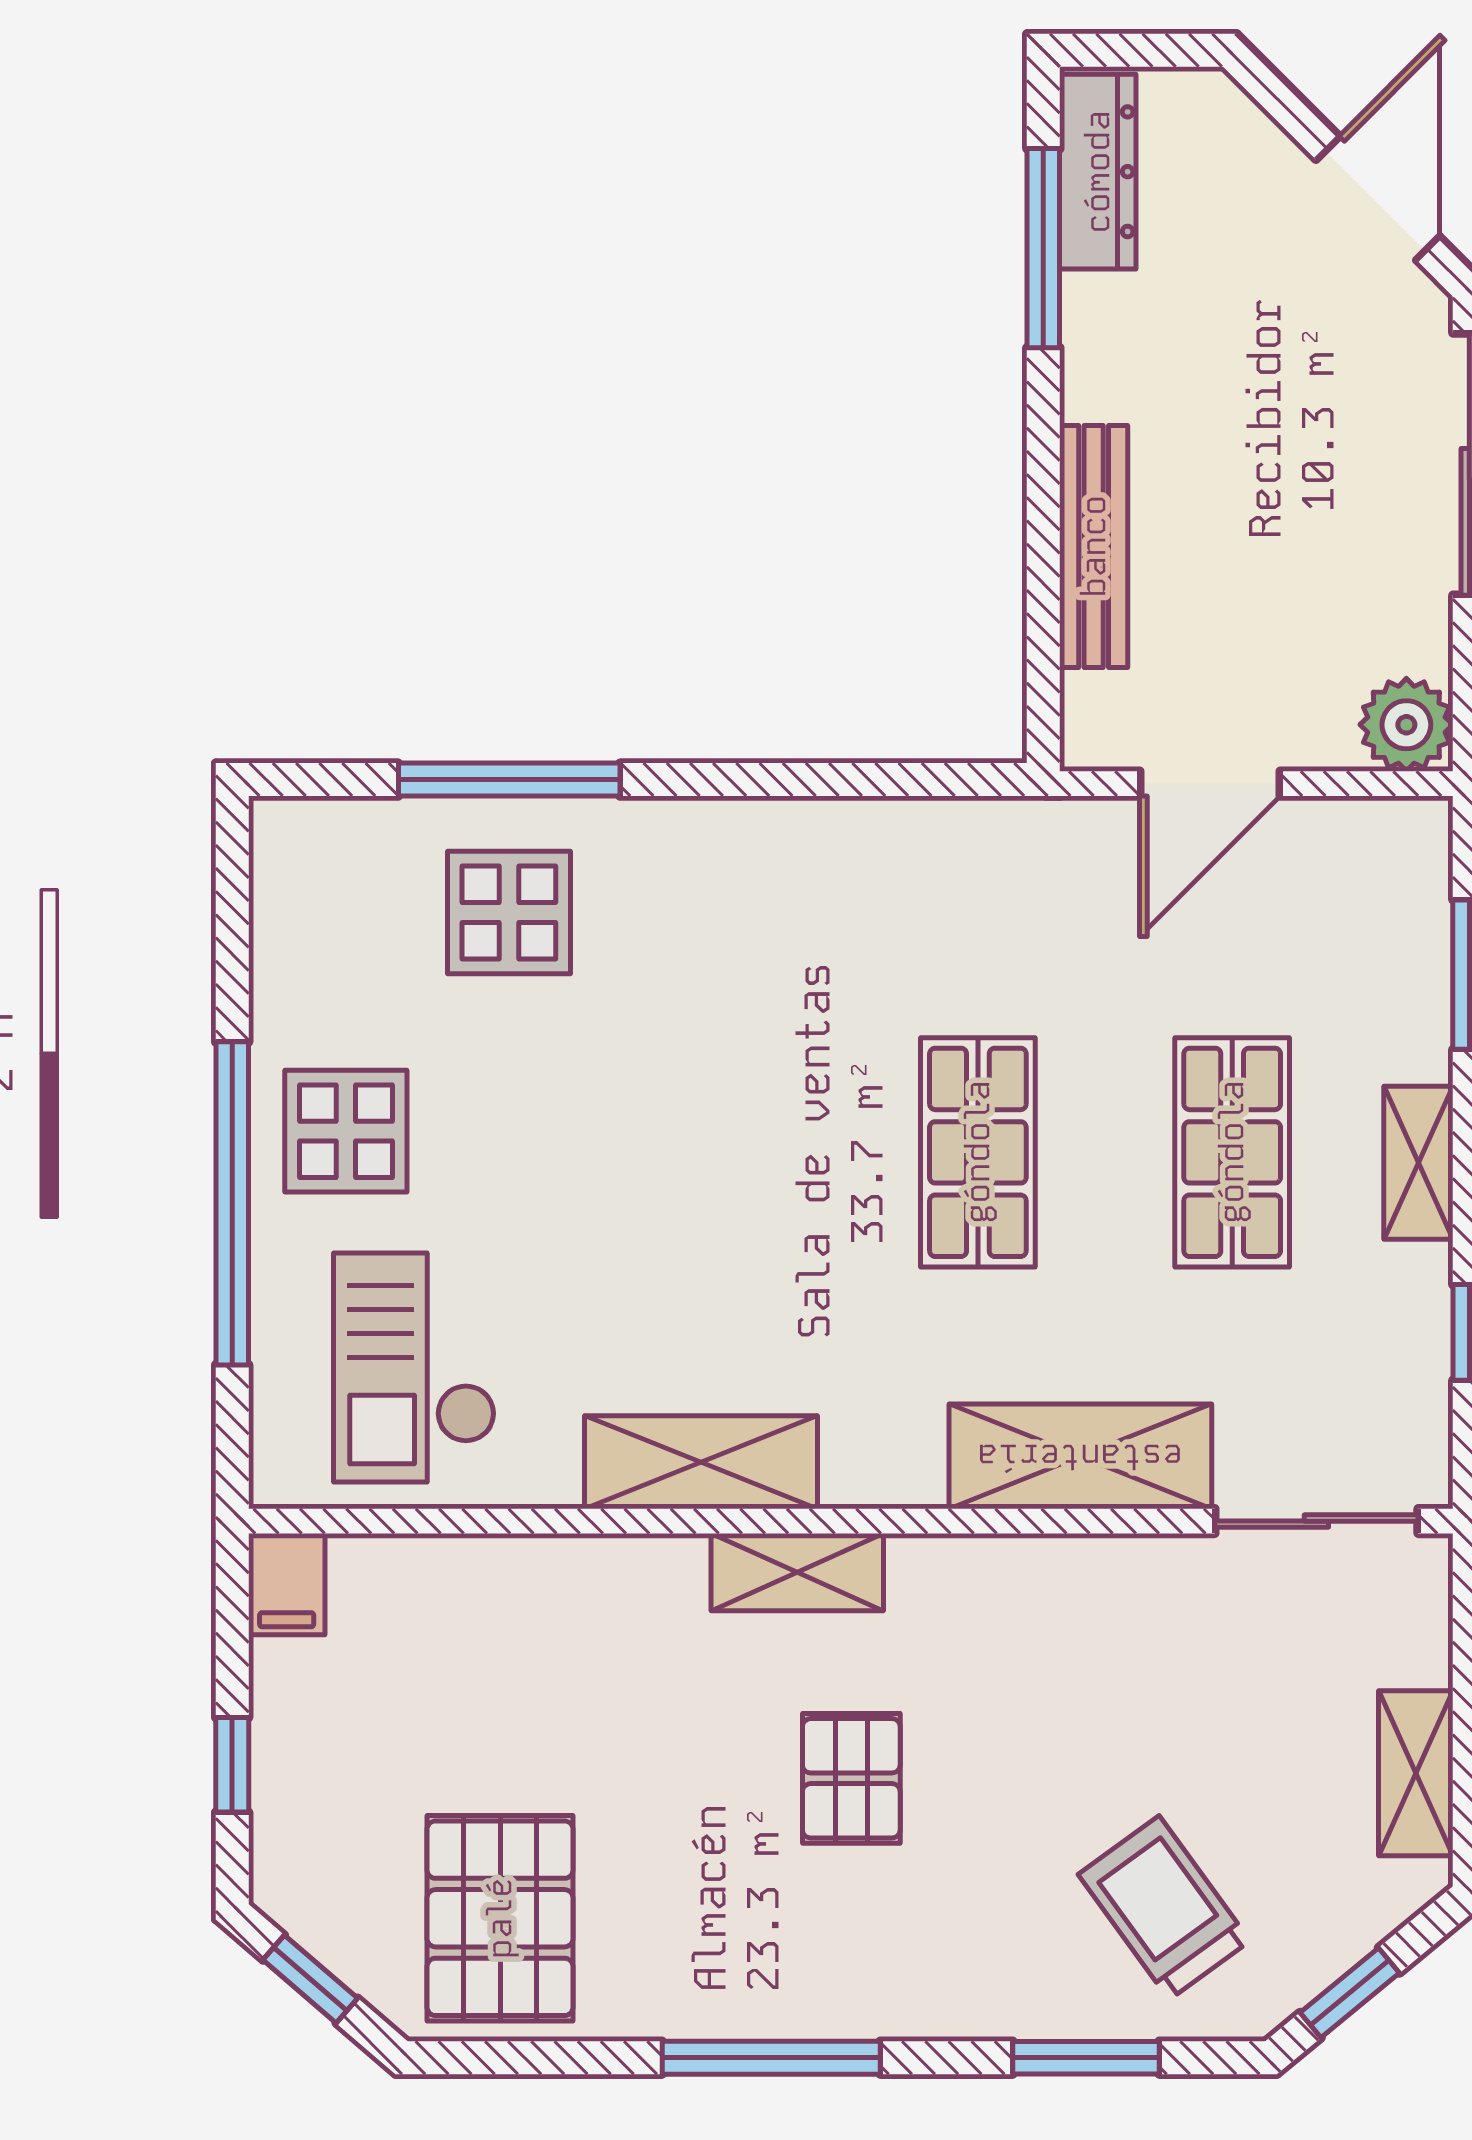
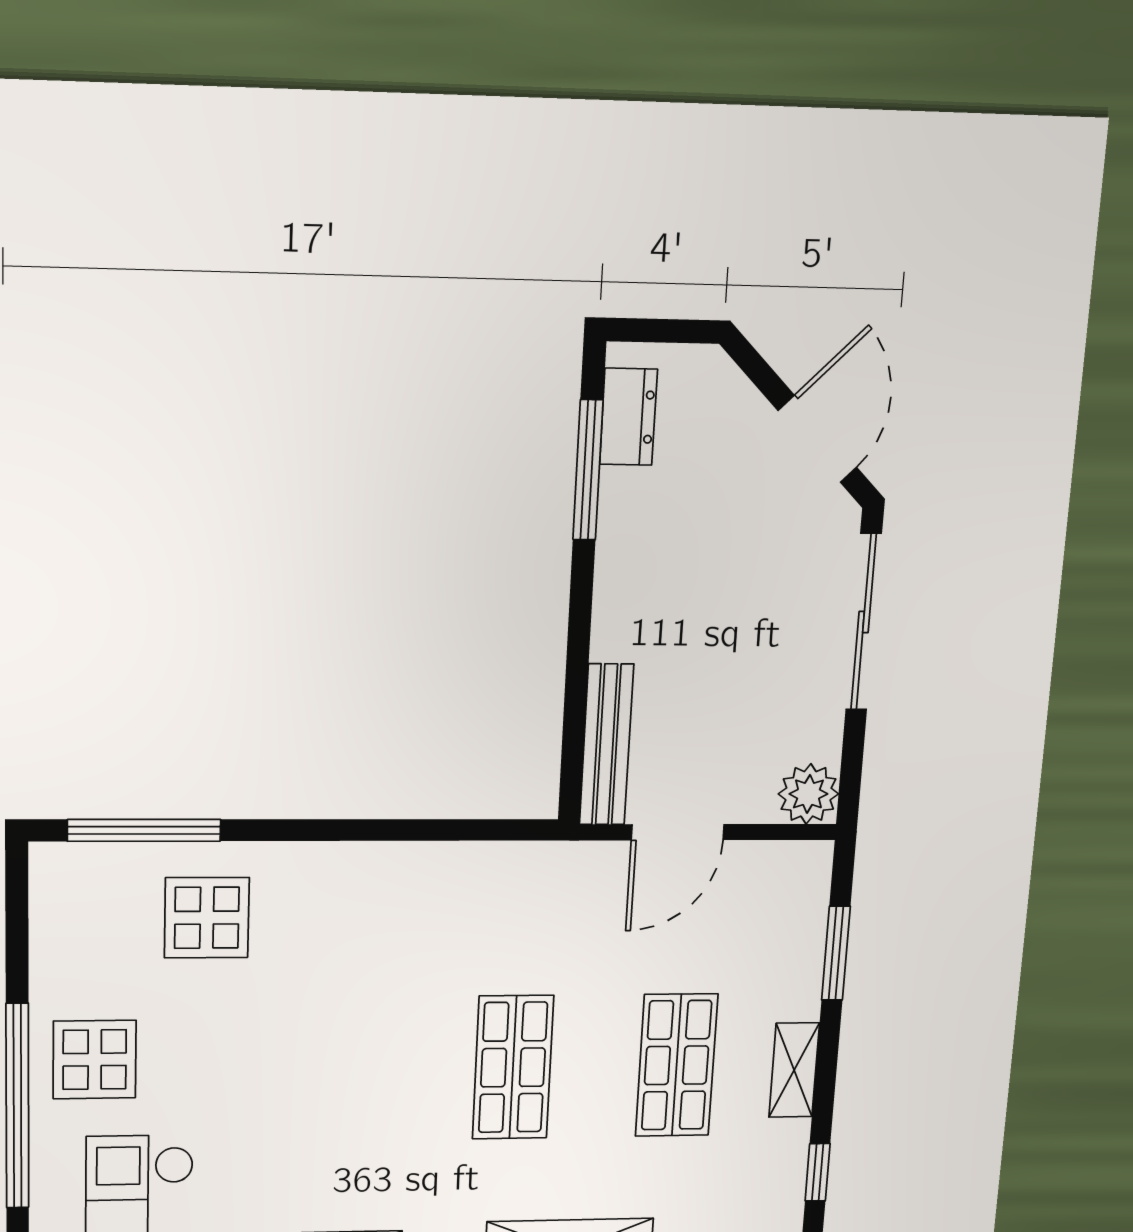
dresser: (1098, 172) -> (628, 417), width x0.70
bench: (1094, 546) -> (606, 745), moved
window: (509, 780) -> (144, 830), moved

